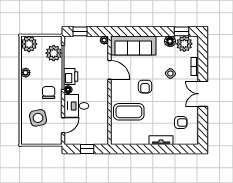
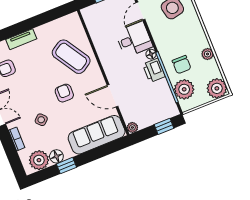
window: (182, 31) -> (66, 166), moved
chair: (49, 93) -> (182, 65), moved
coffee table: (129, 112) -> (71, 57), turned 58

